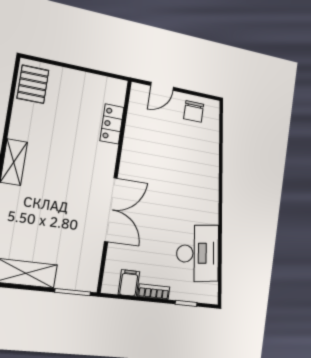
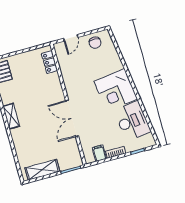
locker: (112, 124) -> (50, 62), moved
corner desk: (193, 196) -> (116, 90), added
double door: (111, 210) -> (72, 118), swing flipped

